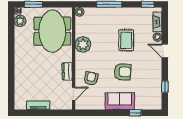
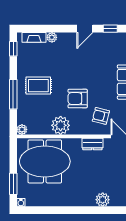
plant: (20, 21) -> (103, 200), moved
rug: (126, 40) -> (38, 86), moved
door: (165, 51) -> (85, 29), moved
armchair: (123, 72) -> (78, 99), moved, turned -93

